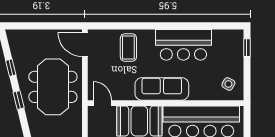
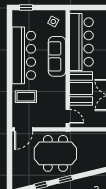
bar counter: (183, 45) -> (24, 55), width x1.36
sofa: (162, 89) -> (57, 56), moved
door: (102, 103) -> (68, 116), swing flipped

